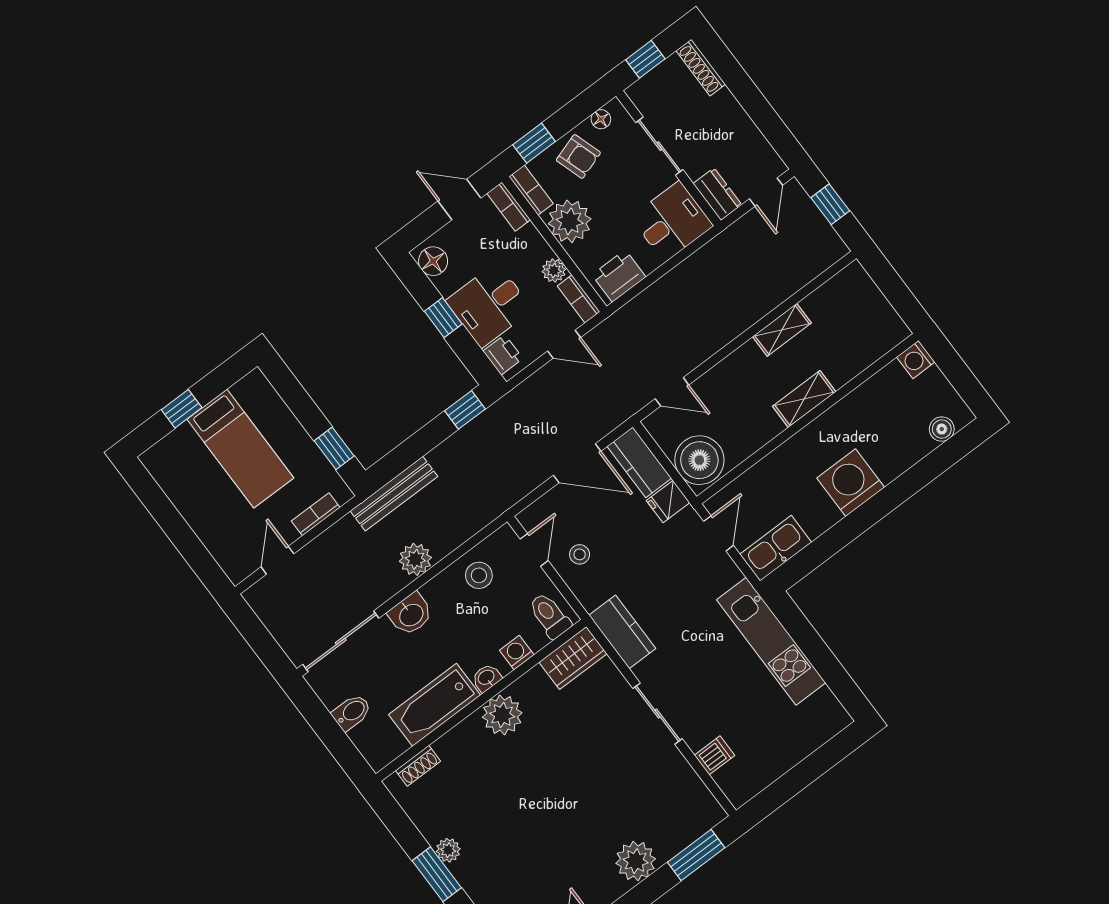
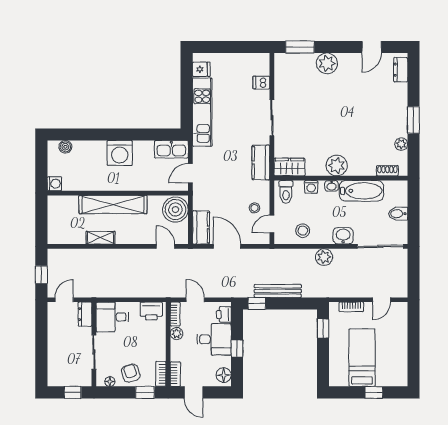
shoe rack: (701, 68) -> (52, 372), removed
plant: (570, 221) -> (155, 349), removed
shelving: (804, 399) -> (113, 204), width x2.20, depth x1.33
bench: (394, 494) -> (278, 291), moved
fridge: (668, 502) -> (201, 69), moved
plant: (448, 850) -> (401, 144), moved

